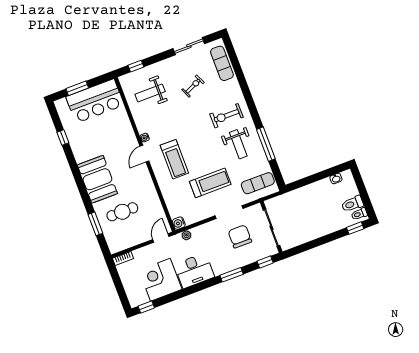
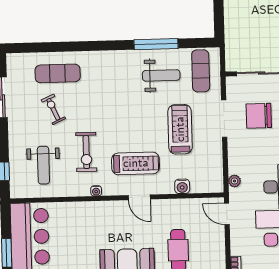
exercise mat: (222, 63) -> (58, 73), moved
exercise bike: (227, 116) -> (86, 152), moved
weight bench: (238, 144) -> (161, 75), moved
door: (144, 154) -> (139, 197), moved
water cooler: (179, 223) -> (182, 186), moved

